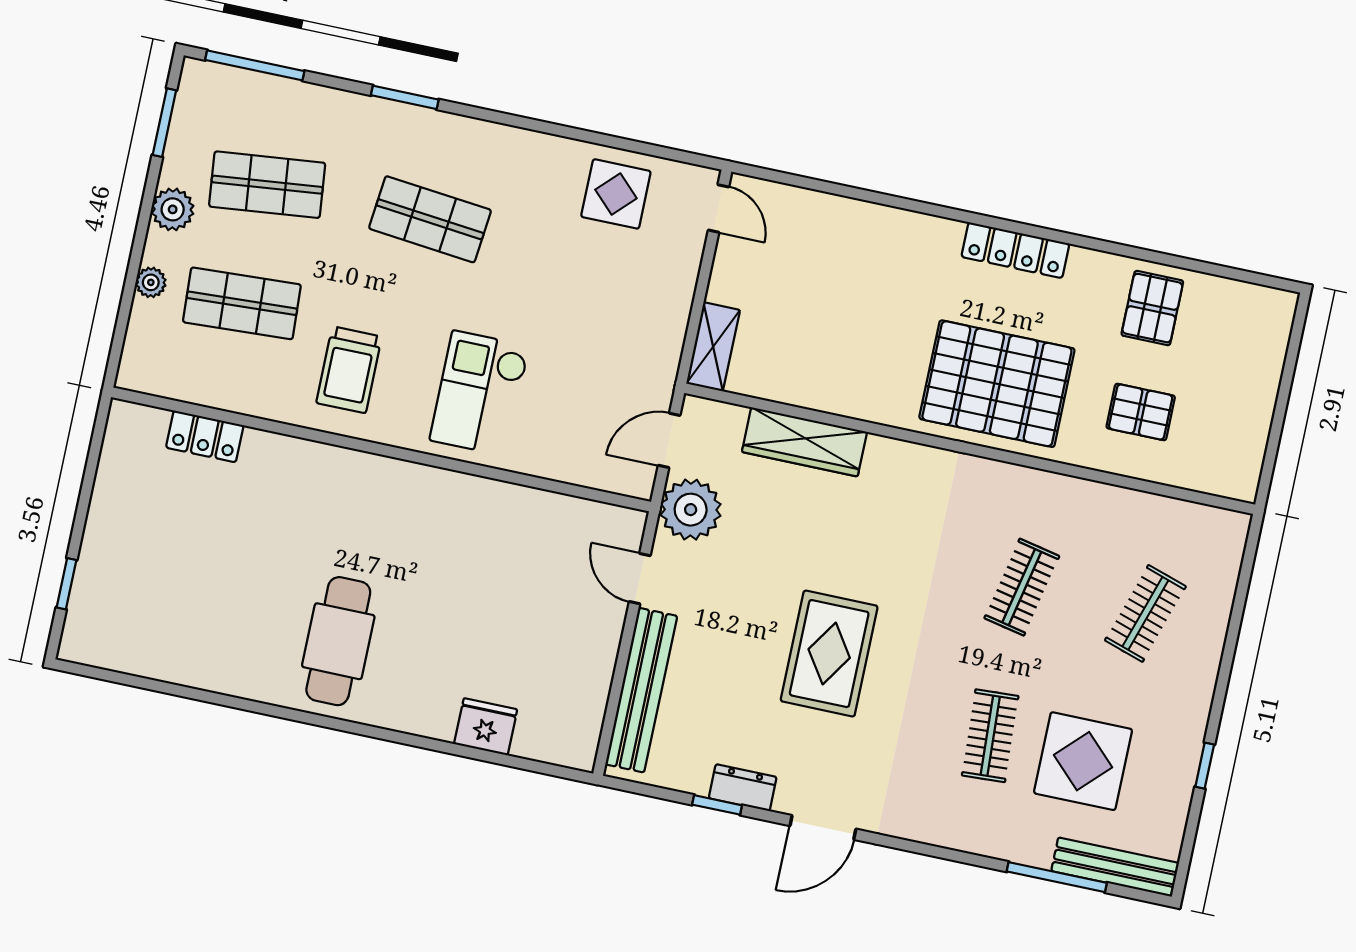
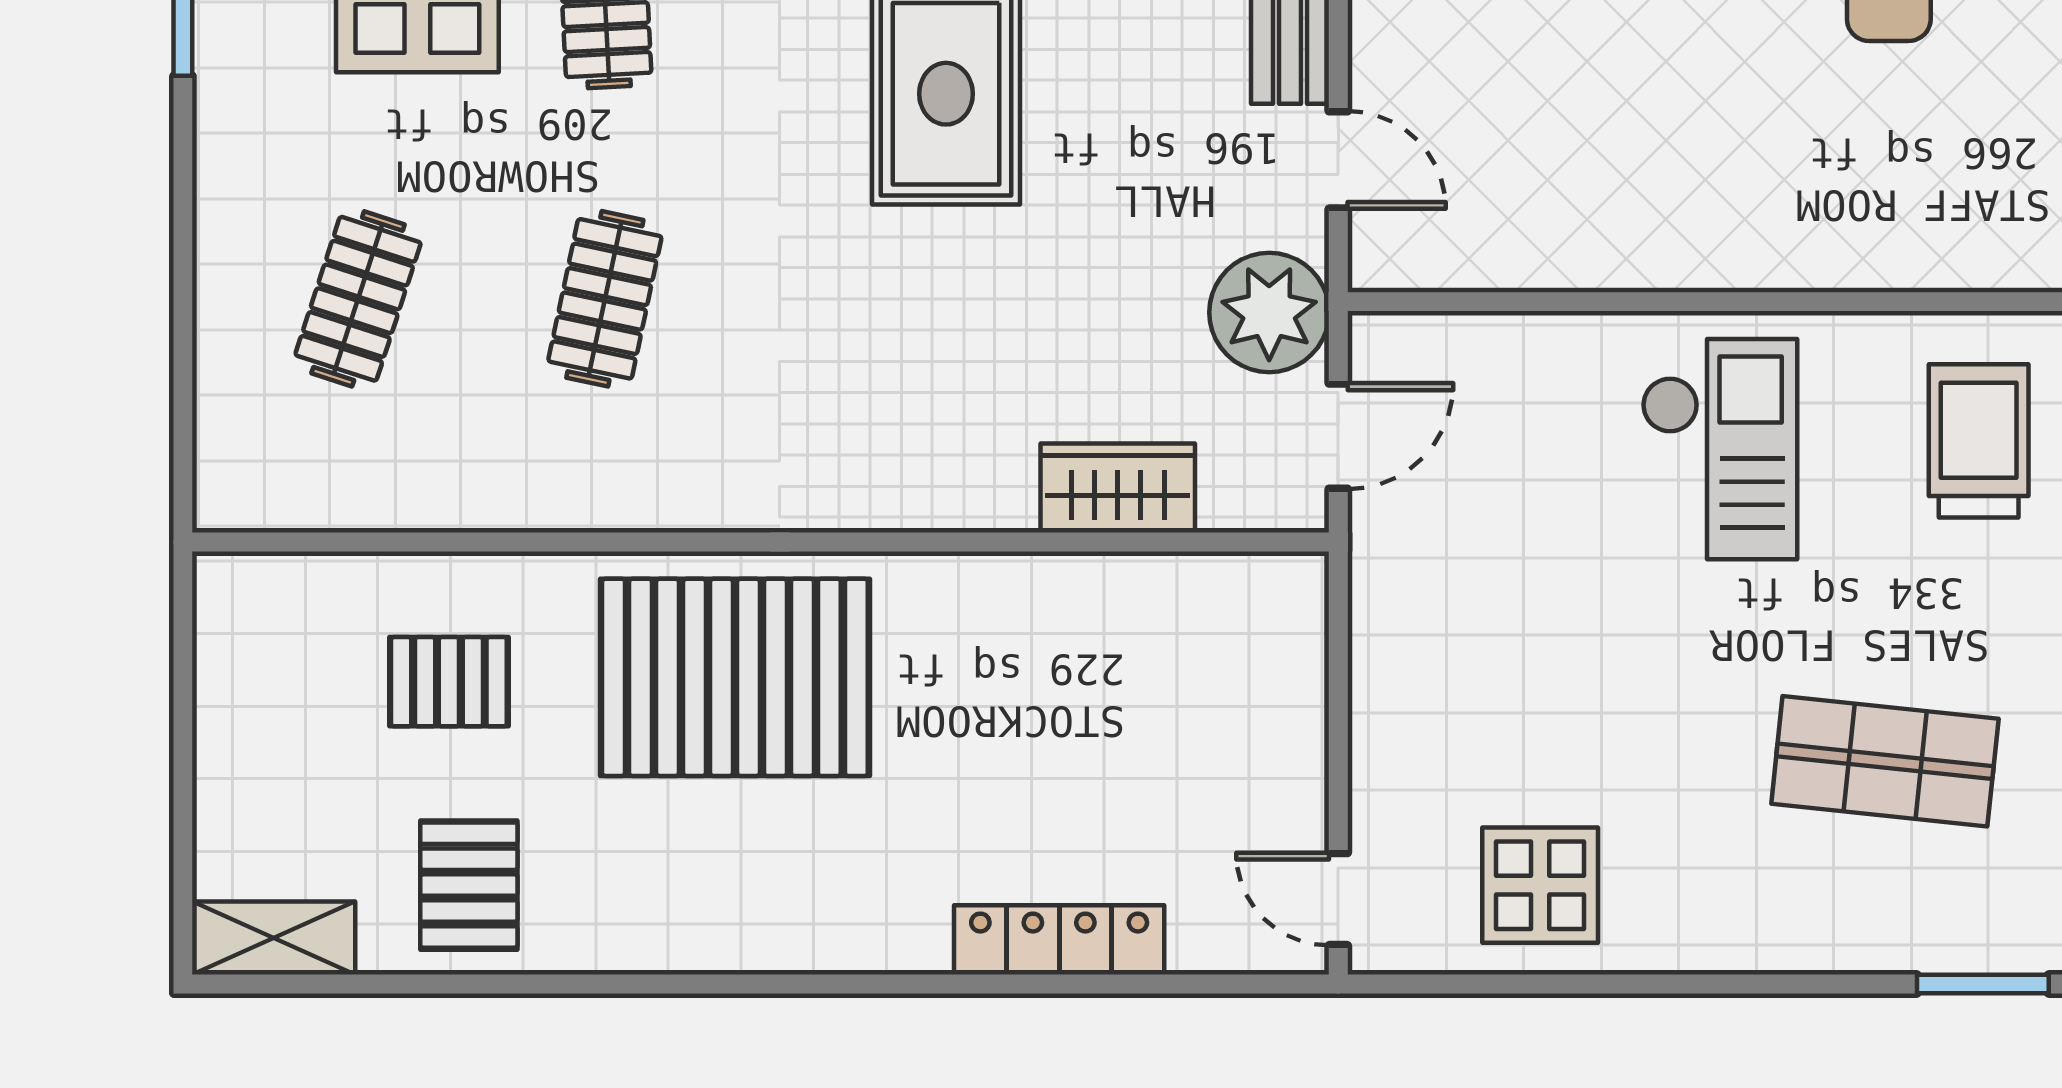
locker: (1015, 250) -> (1059, 940), moved
shelving: (713, 347) -> (274, 938), moved, turned 90
wardrobe: (804, 442) -> (1118, 488), width x0.67

